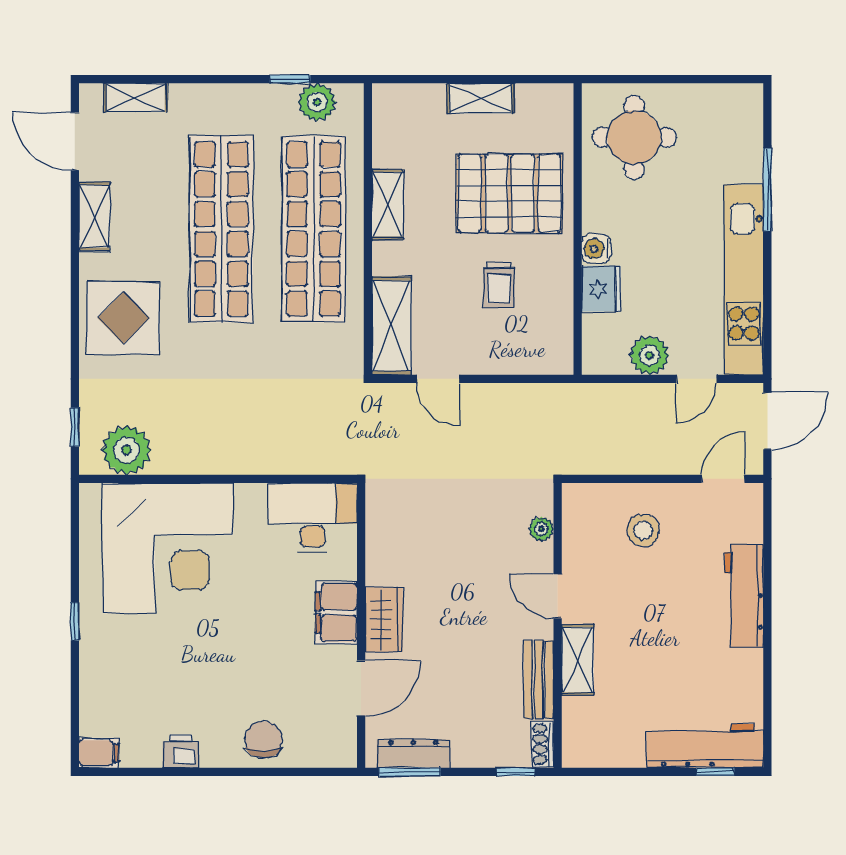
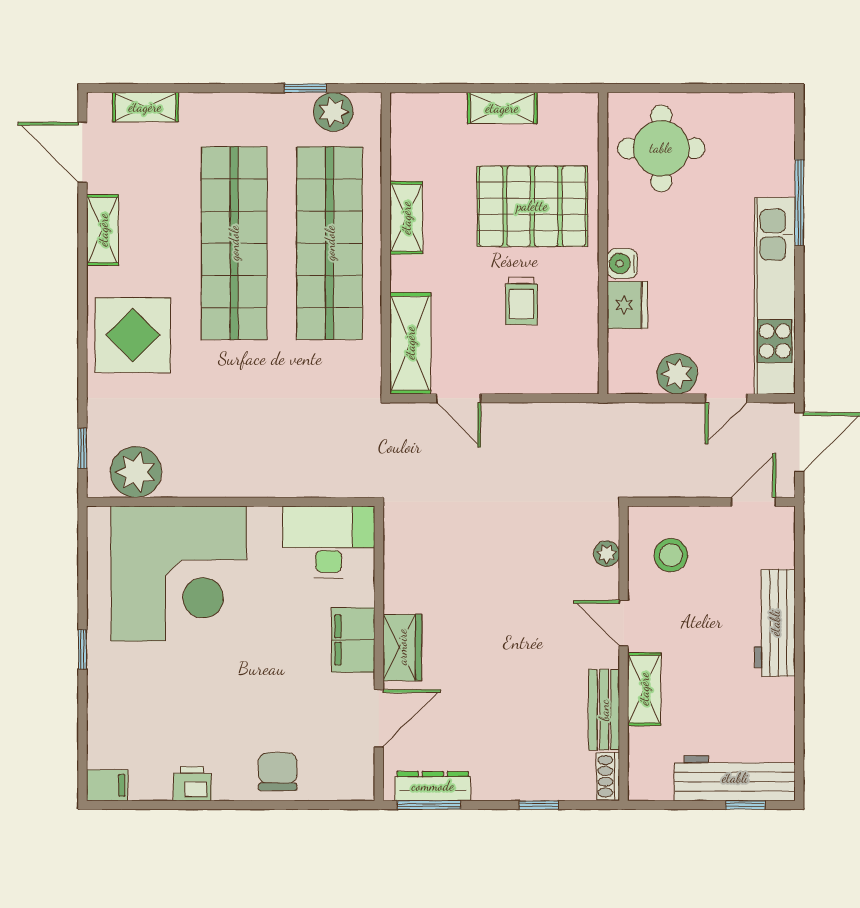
plant: (541, 529) -> (607, 554), moved
door: (558, 596) -> (624, 623), moved
wall: (558, 625) -> (624, 653), moved
shelving: (578, 660) -> (644, 689), moved
bench: (539, 680) -> (604, 710), moved
shoe rack: (543, 744) -> (608, 776), moved

